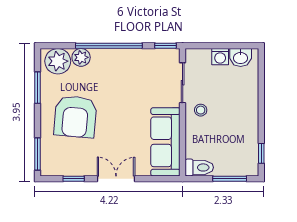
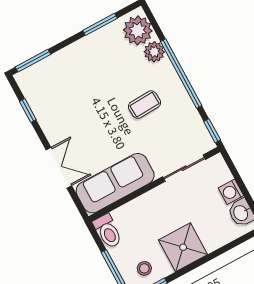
coffee table: (117, 87) -> (144, 105), added
stool: (201, 110) -> (144, 268), moved
shower: (243, 116) -> (183, 247), added
armchair: (75, 117) -> (91, 78), removed
double door: (116, 179) -> (59, 168), moved

